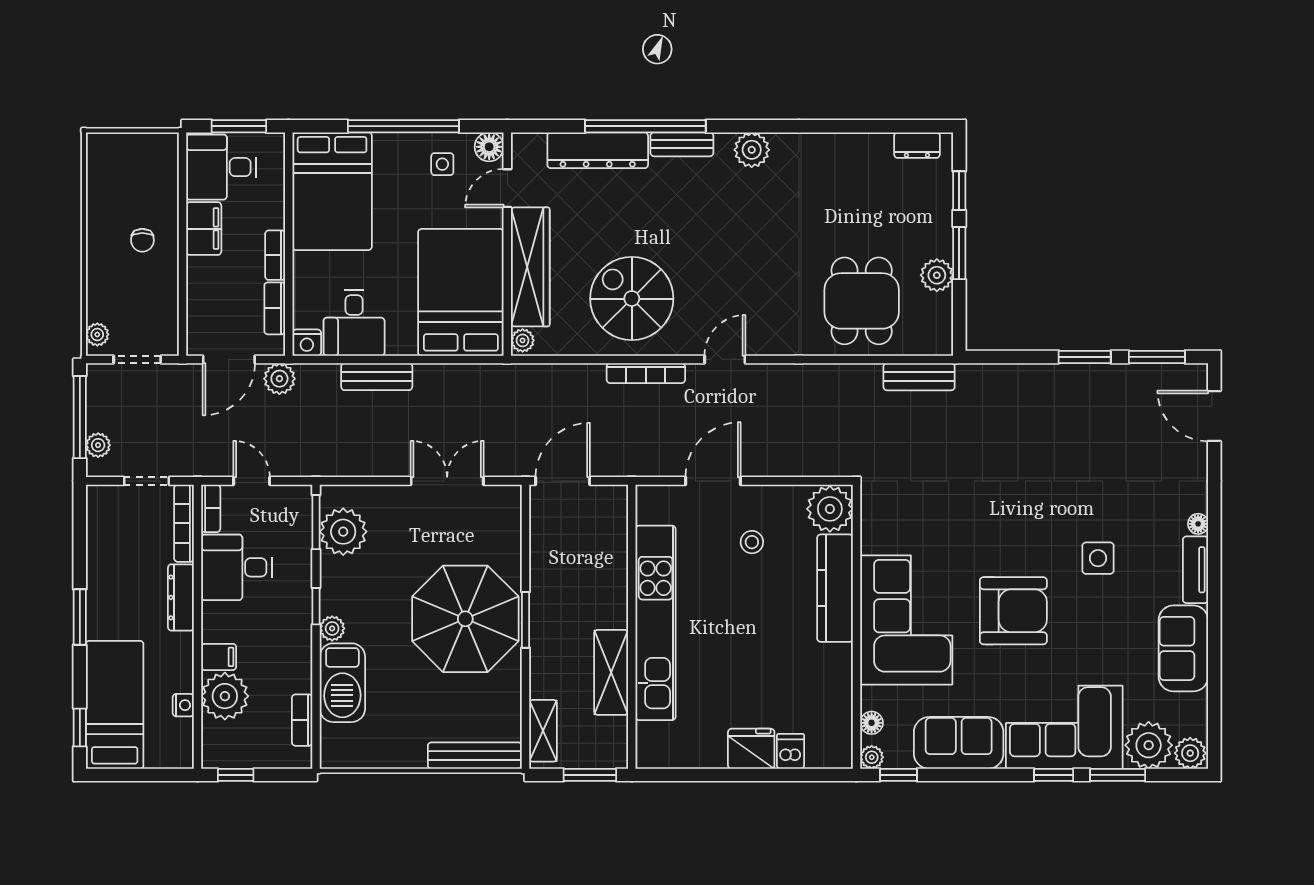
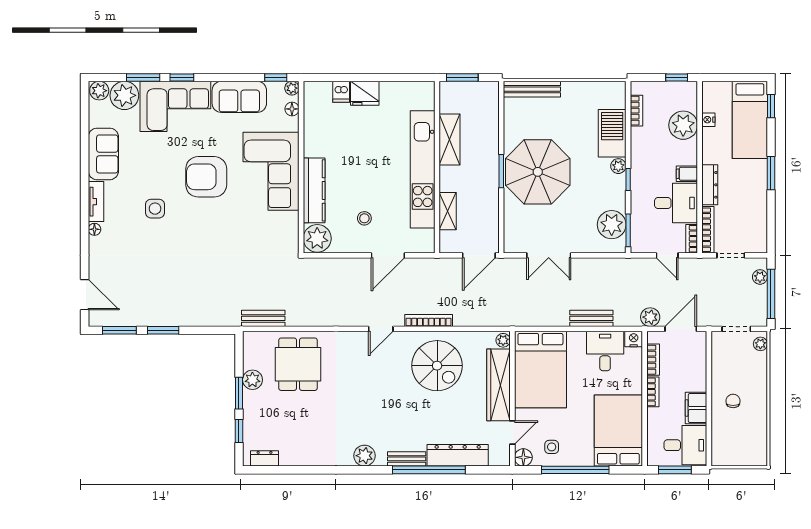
filing cabinet: (219, 657) -> (687, 174), moved
shelving: (543, 731) -> (448, 211), moved

